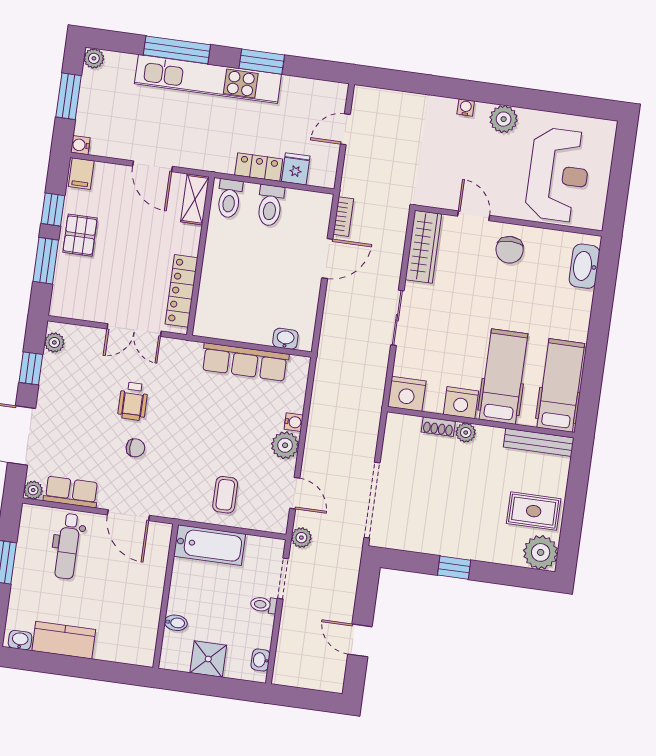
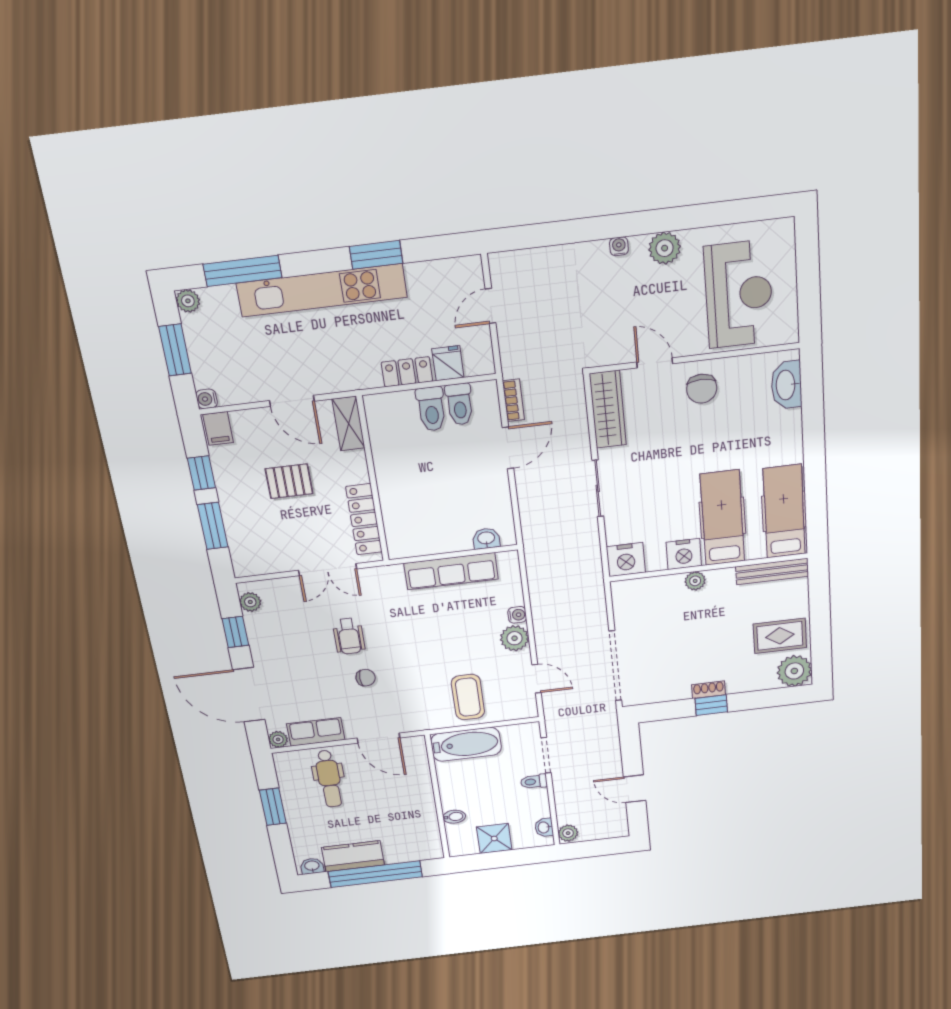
window: (177, 50) -> (242, 271), moved
toilet: (229, 198) -> (460, 404), moved
pallet: (80, 235) -> (289, 481), moved, turned 90
shoe rack: (438, 427) -> (709, 690), moved, turned 180
coffee table: (225, 495) -> (468, 697), width x1.36, depth x1.30
plant: (301, 538) -> (568, 833), moved
window: (79, 667) -> (375, 874), added

